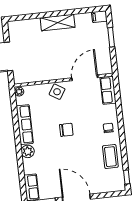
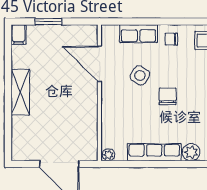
row of seats: (108, 90) -> (138, 34), moved
side table: (57, 92) -> (140, 75), moved

